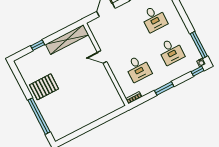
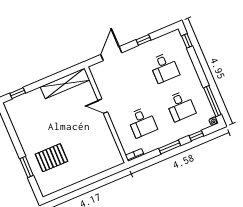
window: (38, 45) -> (18, 93), moved
window: (198, 71) -> (196, 136), moved
pallet: (44, 87) -> (51, 158), moved
window: (39, 116) -> (27, 167), width x0.47

